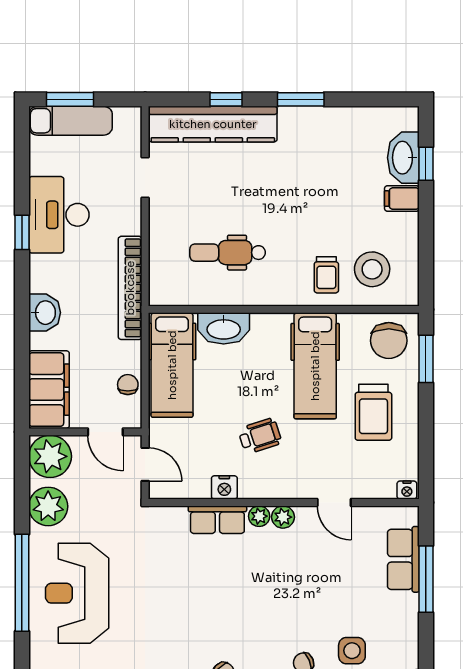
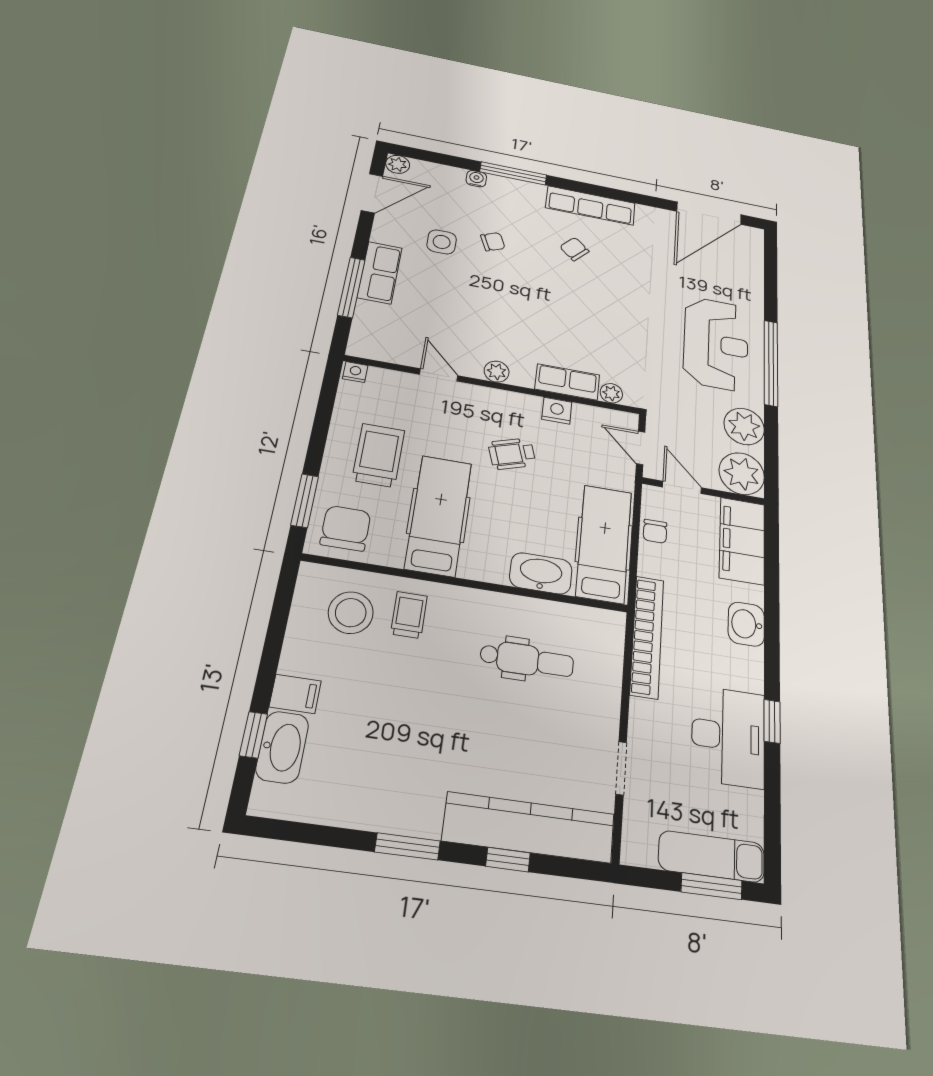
plant: (259, 516) -> (611, 393), moved
row of seats: (403, 559) -> (380, 273), moved

